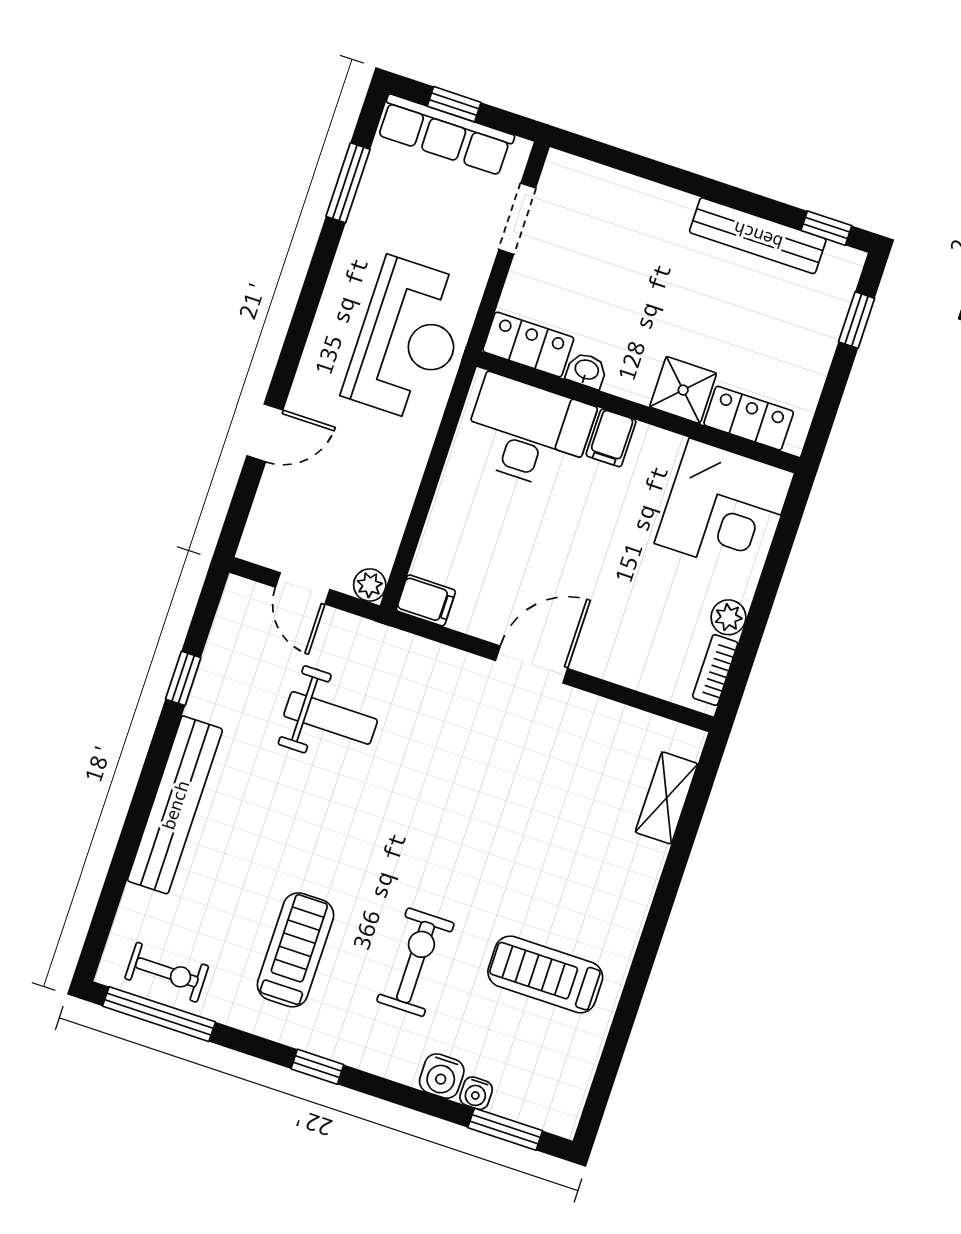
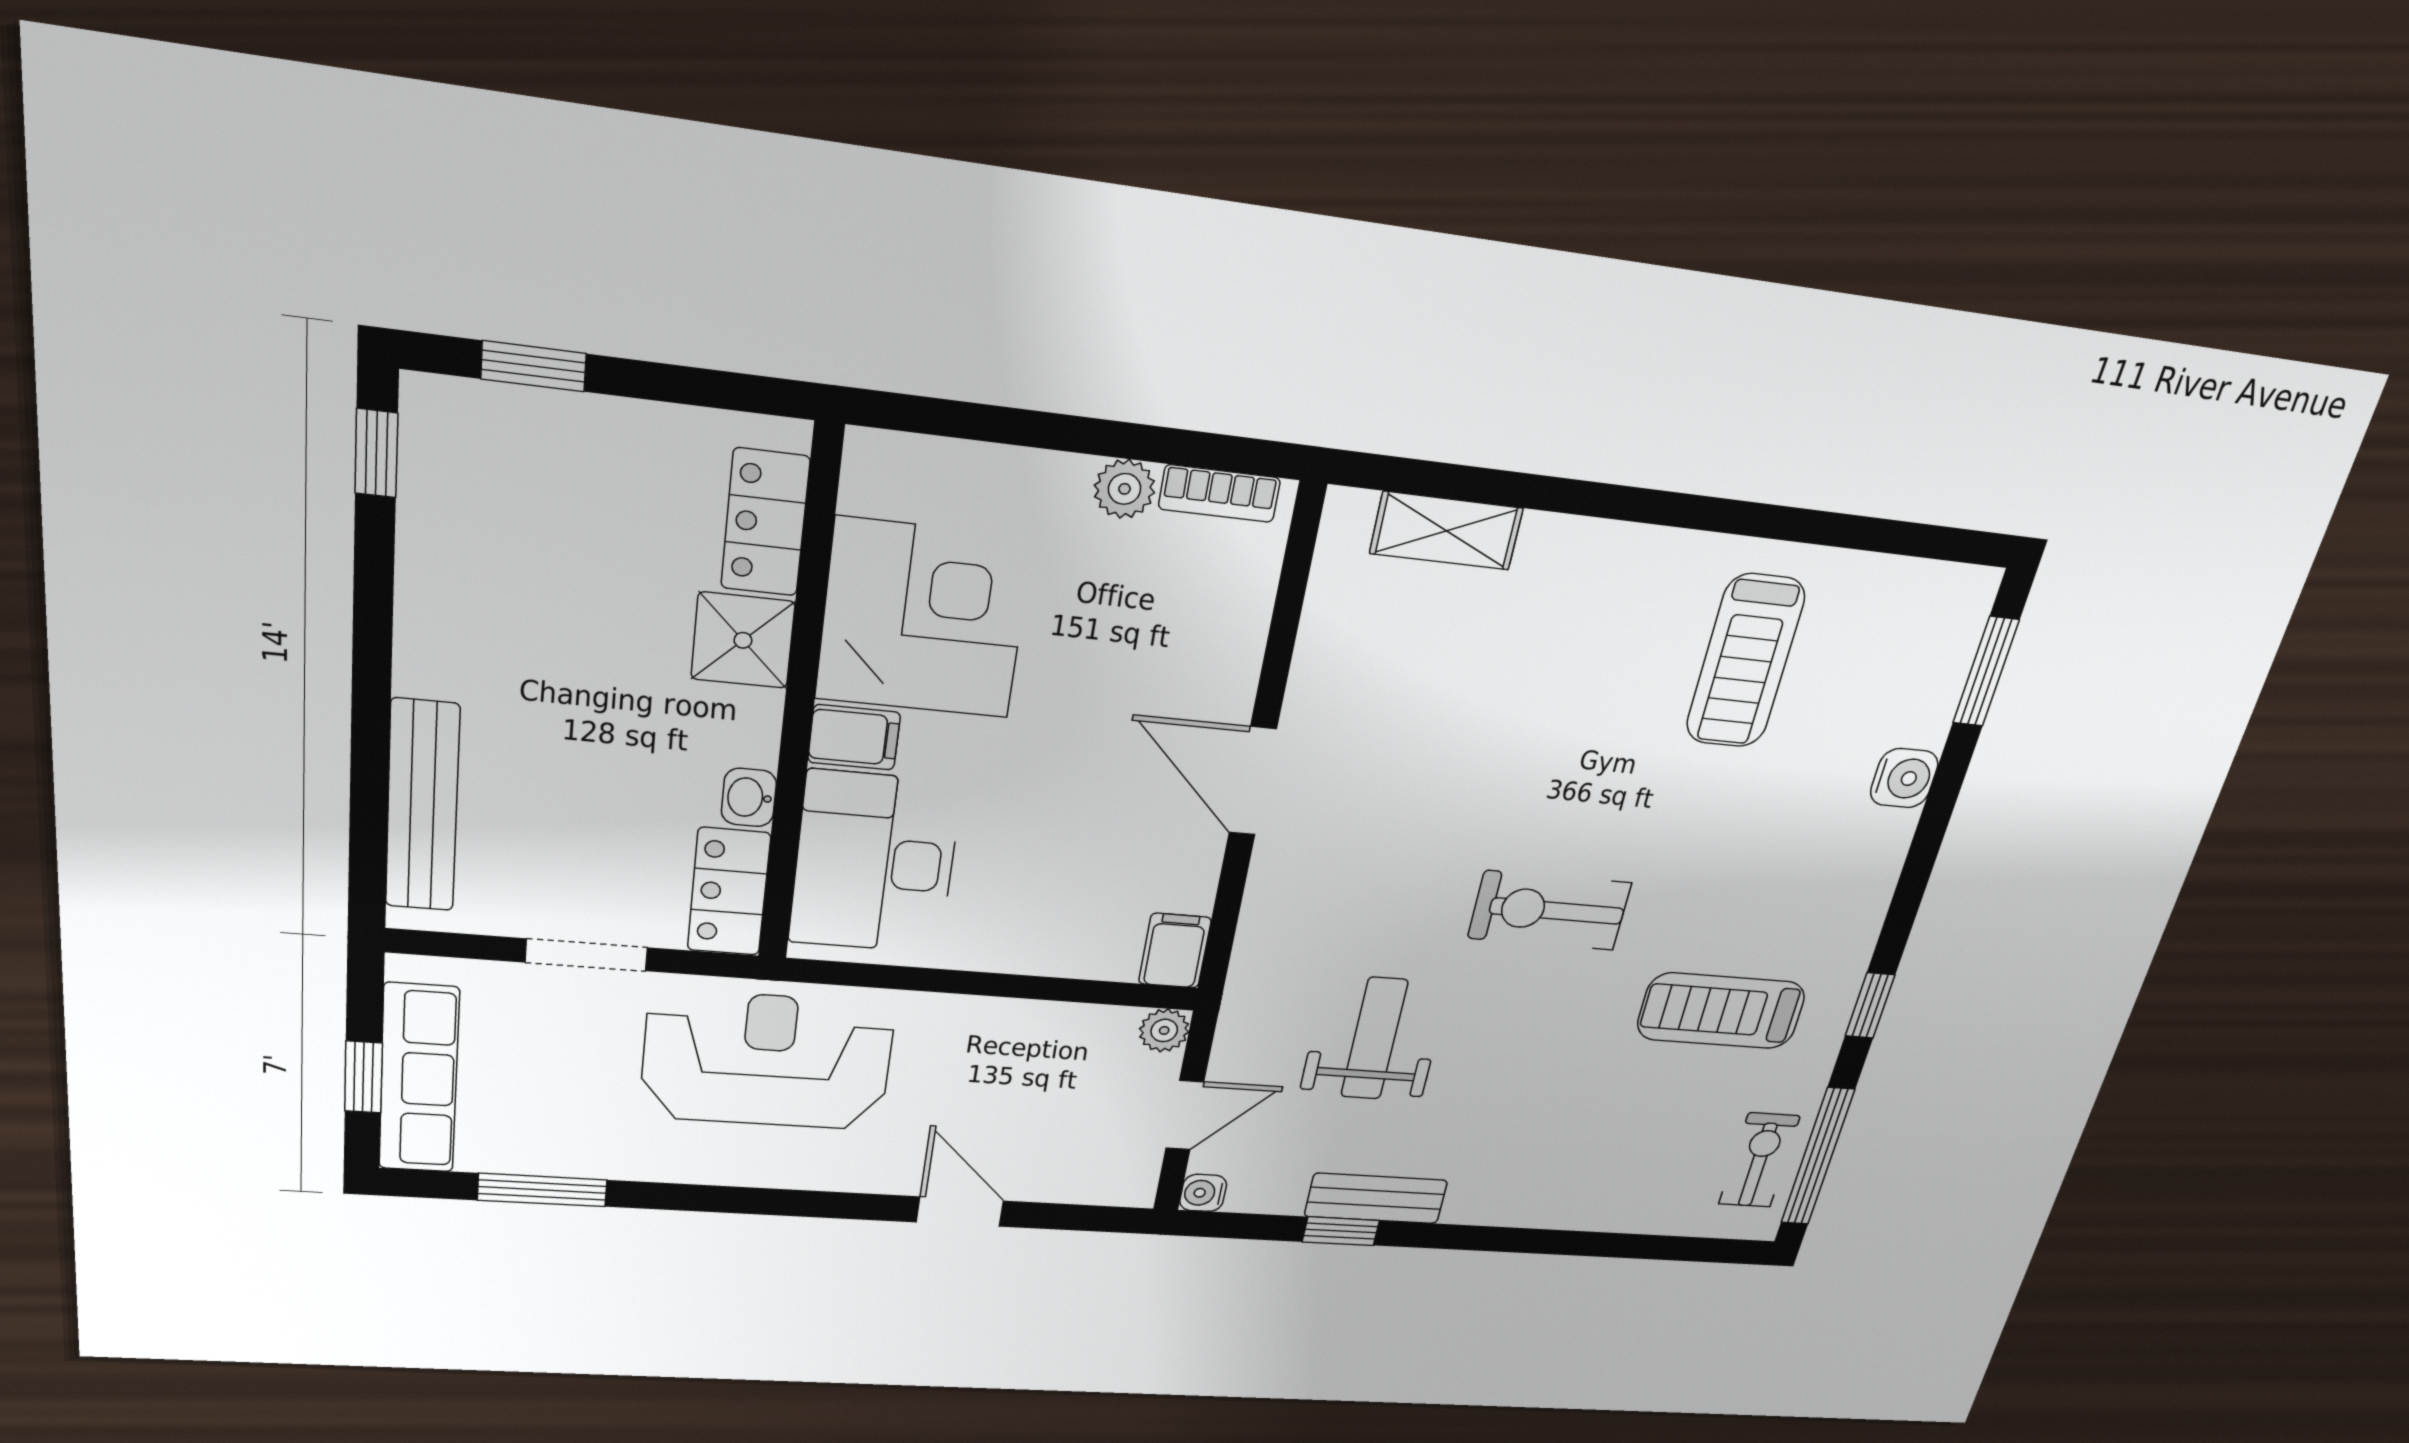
doorway: (517, 219) -> (586, 955), moved
bench: (758, 236) -> (422, 806), moved
corner desk: (724, 508) -> (923, 619), moved
bench: (175, 805) -> (1376, 1198), moved, width x0.54, depth x0.82
exercise bike: (416, 962) -> (1549, 910), moved
window: (317, 1067) -> (1870, 1006), moved
water cooler: (476, 1093) -> (1203, 1193), moved, turned 180

